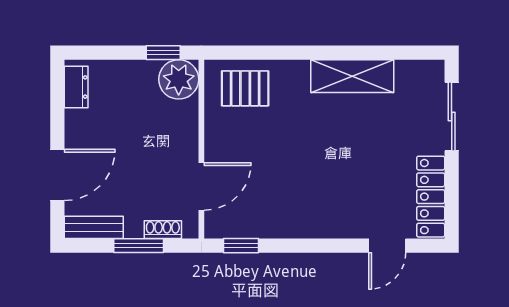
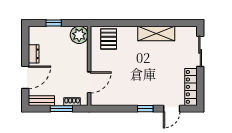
window: (163, 53) -> (54, 23), moved
dresser: (76, 87) -> (34, 54), moved
pallet: (245, 88) -> (109, 39), turned 90
window: (241, 246) -> (145, 109), moved

